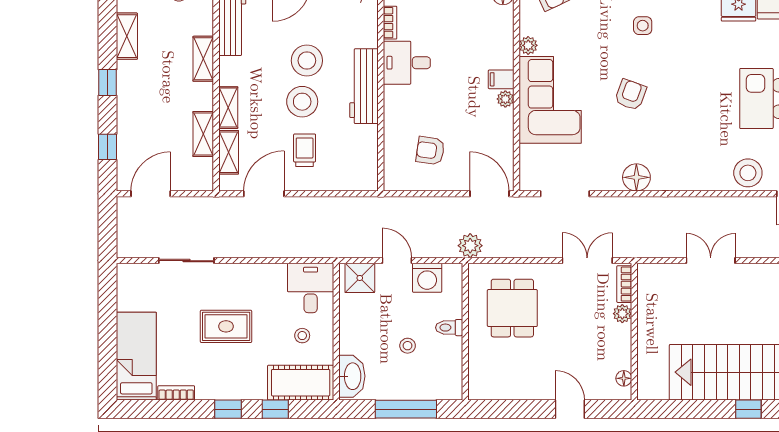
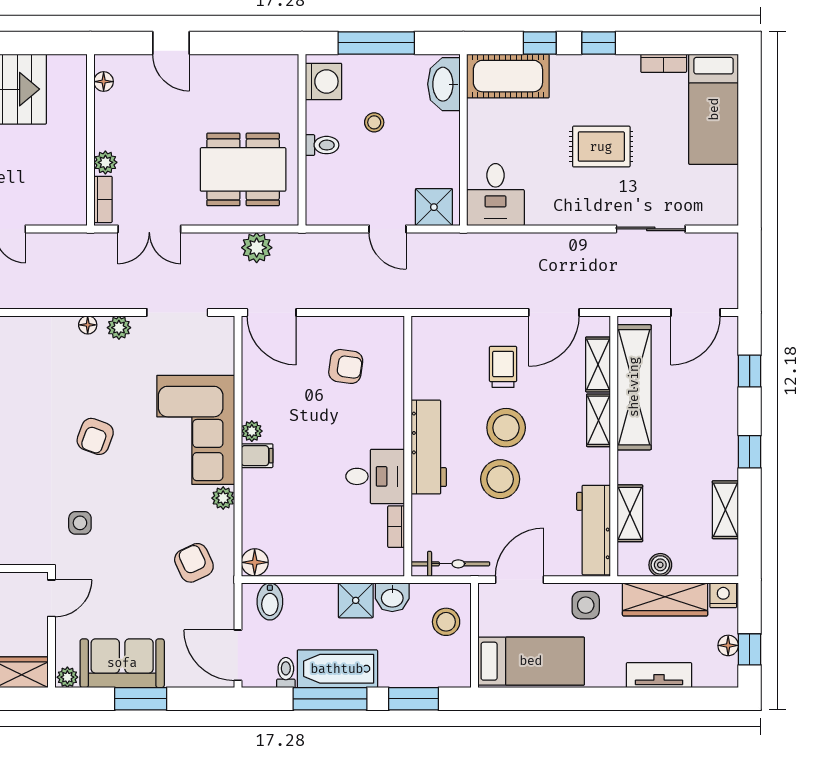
shelving: (203, 59) -> (630, 513), moved
shelving: (203, 134) -> (634, 387), width x2.20, depth x1.33
trolley: (305, 150) -> (503, 367), turned 180
floor lamp: (636, 177) -> (88, 325), width x0.53, depth x0.53
plant: (611, 182) -> (119, 328), added
plant: (470, 246) -> (257, 248), moved
washing machine: (427, 278) -> (324, 81), moved, turned 90
dining table: (512, 308) -> (243, 169), width x1.38
stool: (302, 336) -> (506, 135), removed

